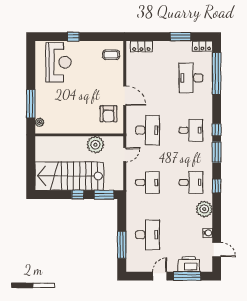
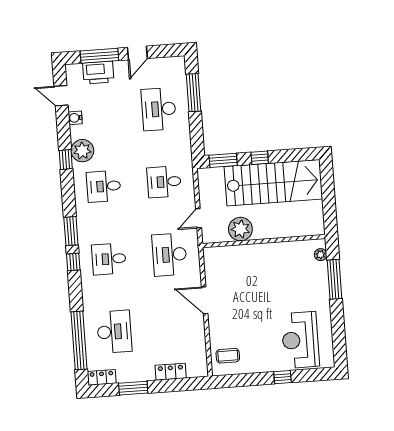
locker: (141, 46) -> (171, 372), moved
armchair: (108, 114) -> (225, 273), removed
window: (217, 186) -> (66, 160), moved

